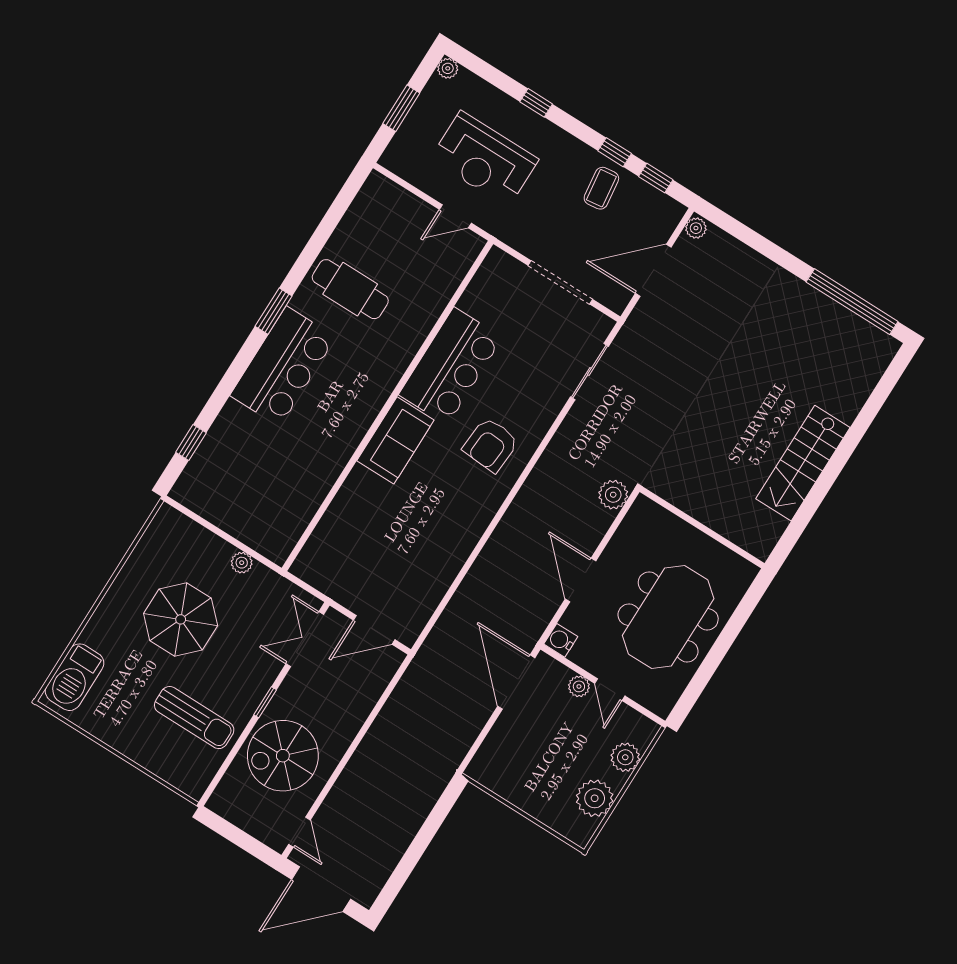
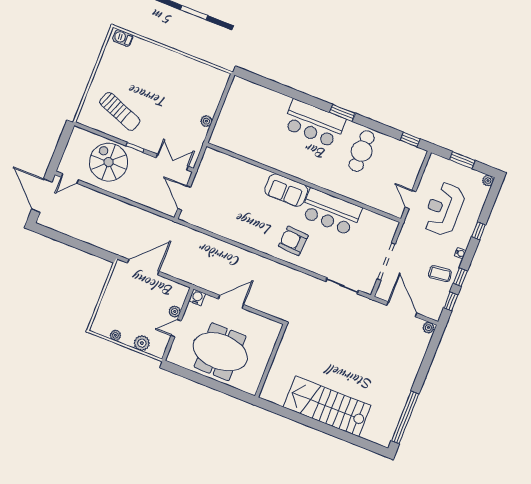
water cooler: (571, 144) -> (460, 253), added
window: (191, 442) -> (410, 140), moved
stairs: (803, 463) -> (327, 406), width x1.36, depth x1.51
plant: (613, 495) -> (279, 311), removed
parasol: (181, 619) -> (170, 95), removed
barbecue: (75, 677) -> (123, 38), width x0.53, depth x0.65
door: (516, 682) -> (143, 267), moved
sun lounger: (194, 718) -> (120, 111), turned -69
plant: (595, 798) -> (115, 335), width x0.53, depth x0.53

